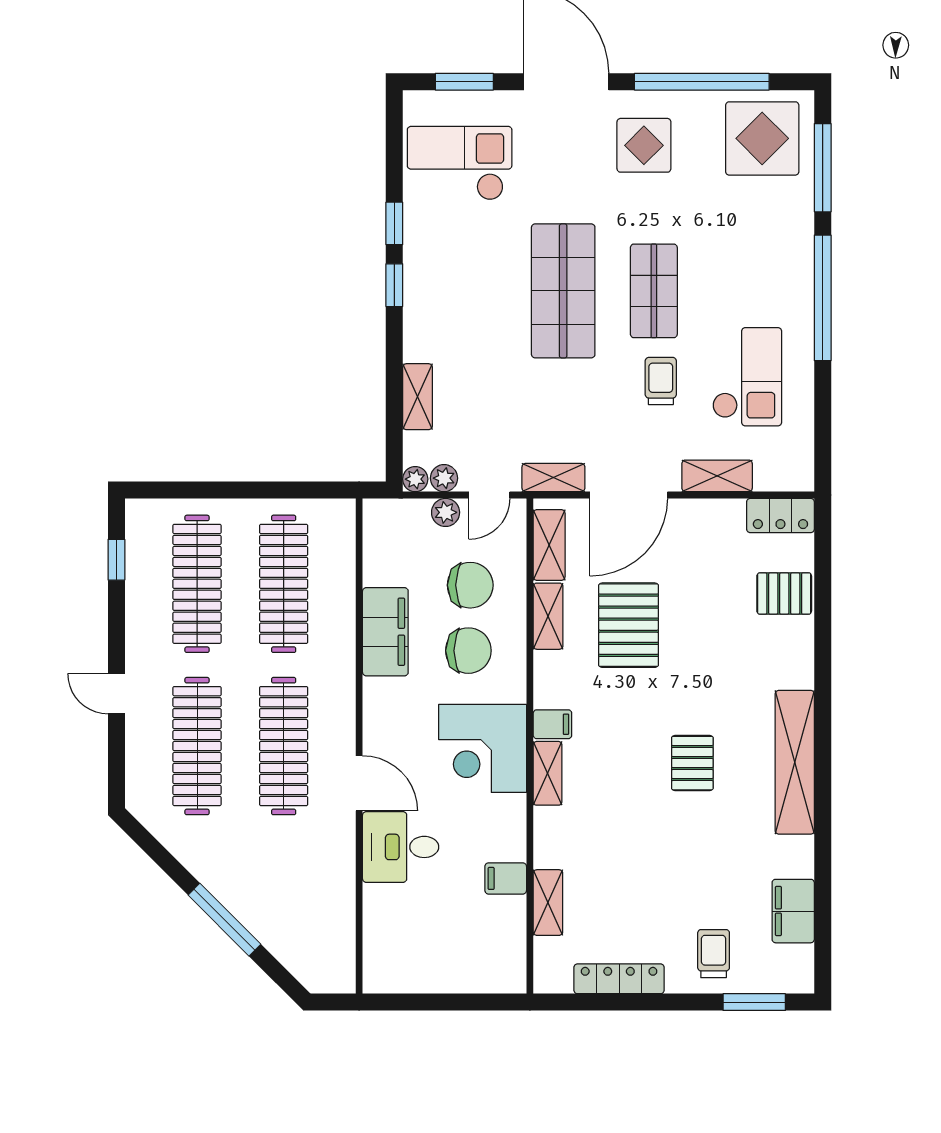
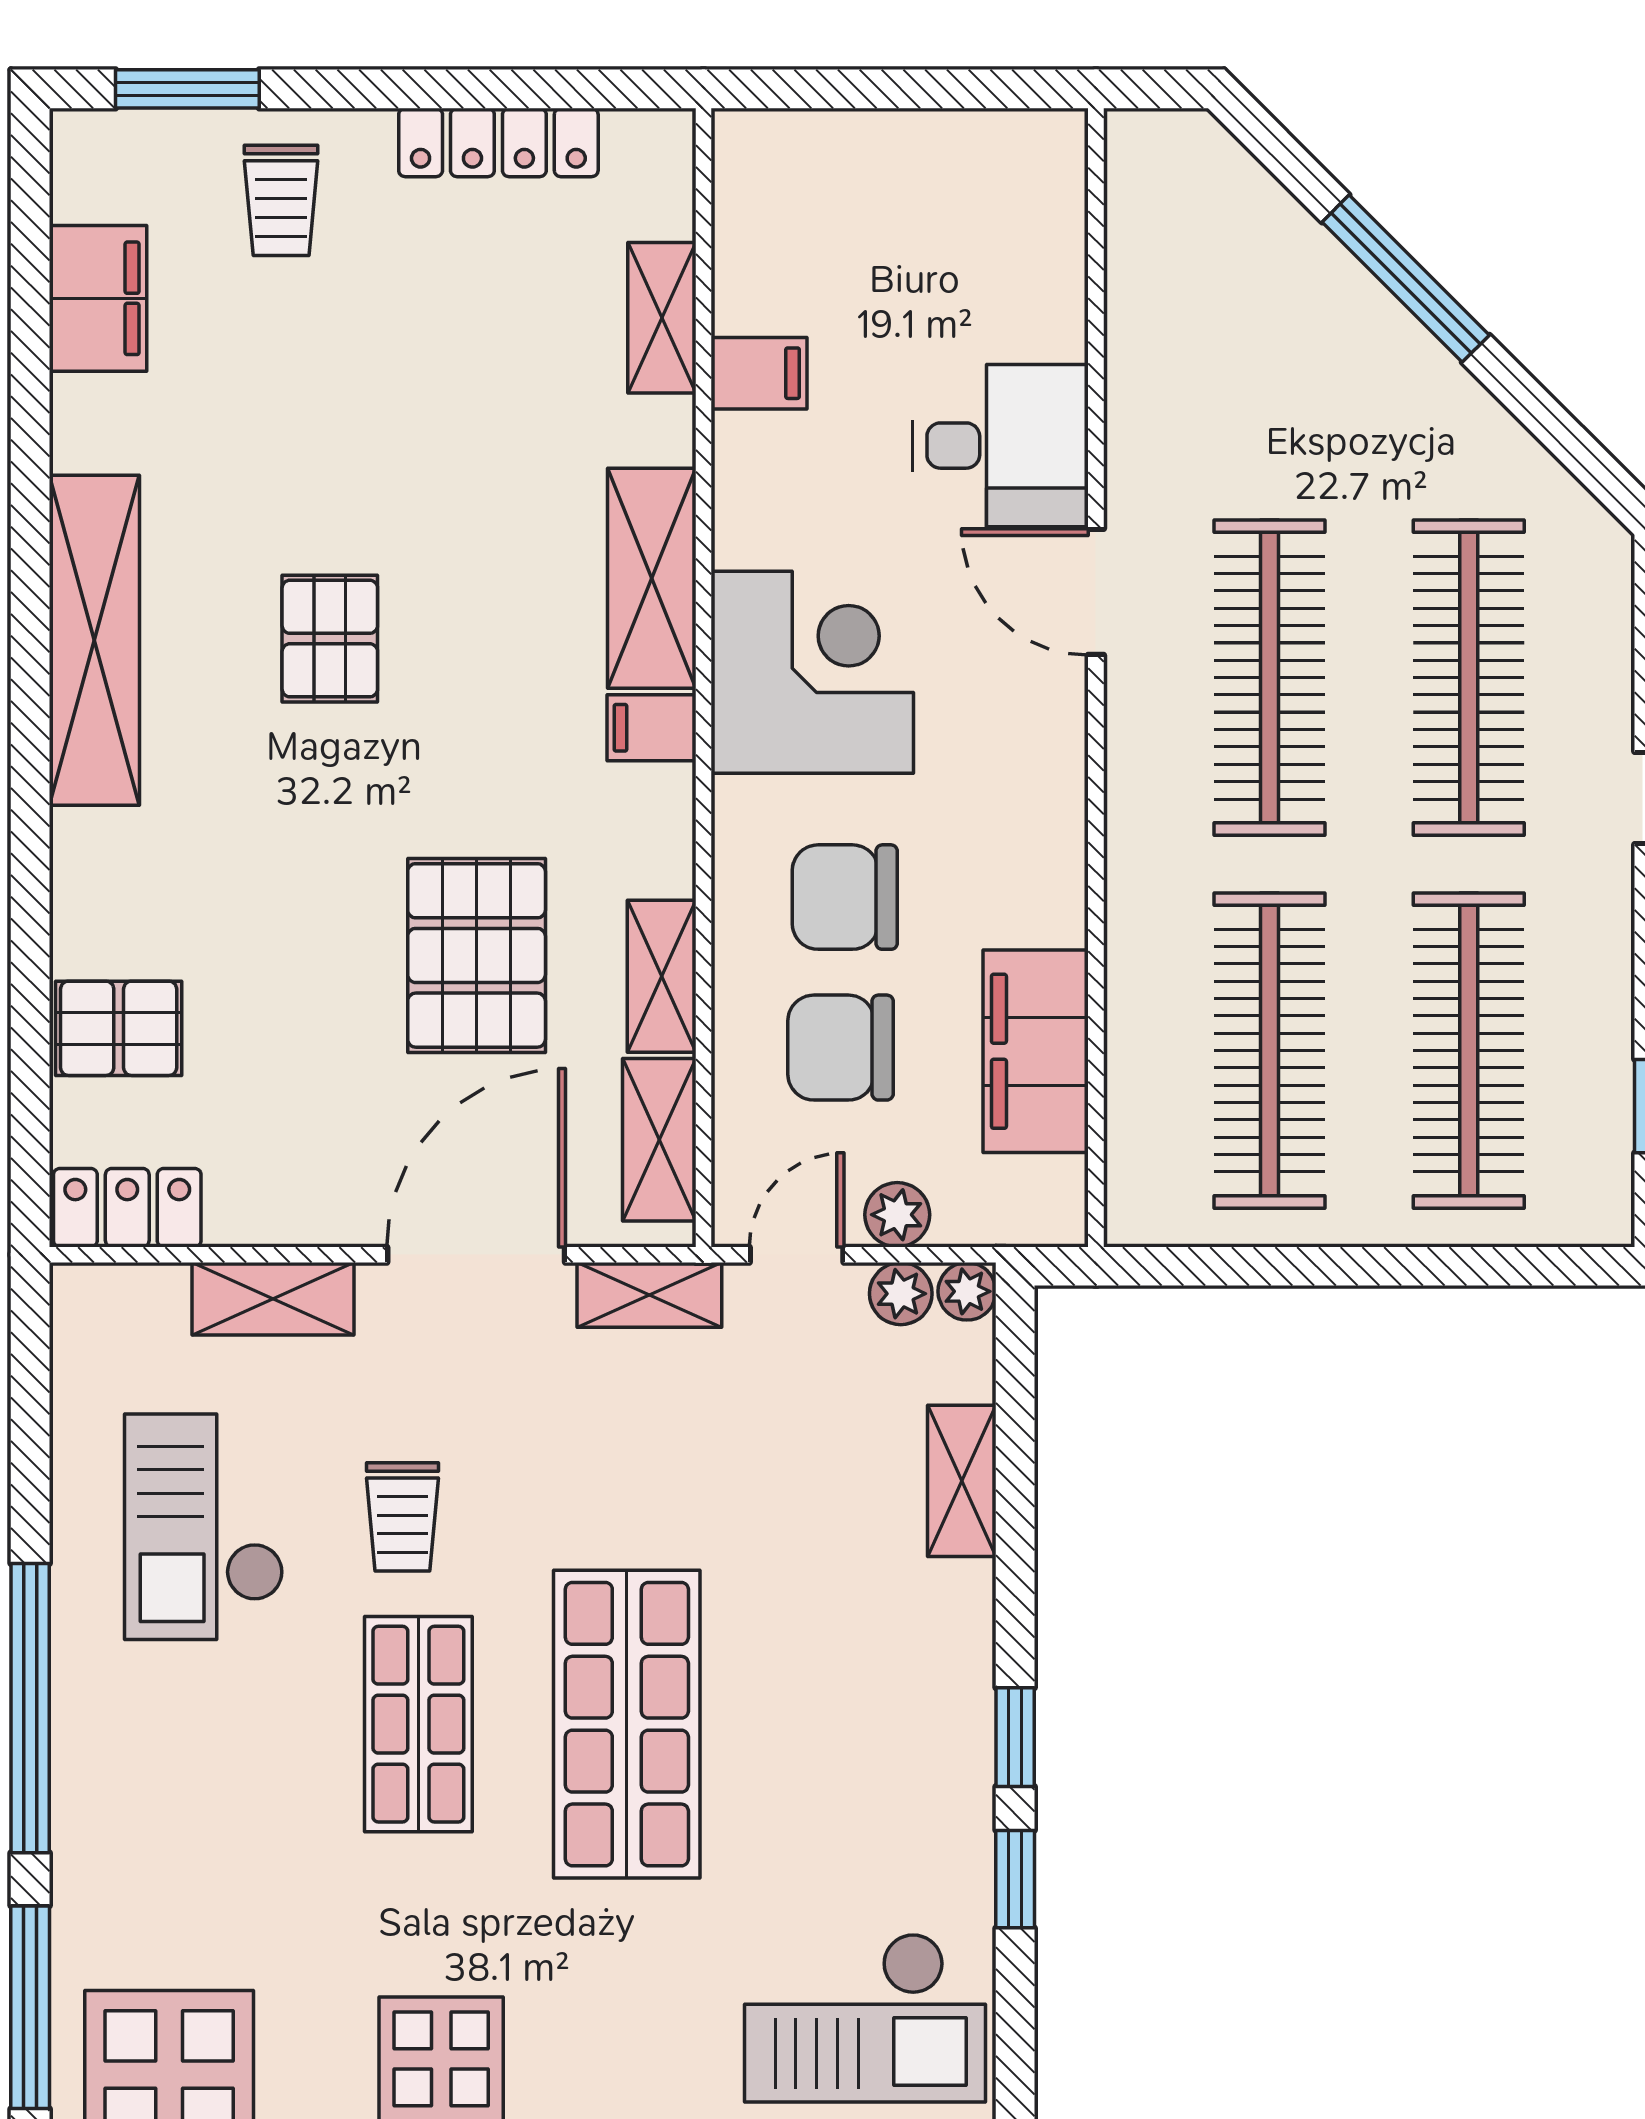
filing cabinet: (385, 632) -> (1036, 1051), moved
shelving: (548, 773) -> (652, 578), width x1.50, depth x1.33

